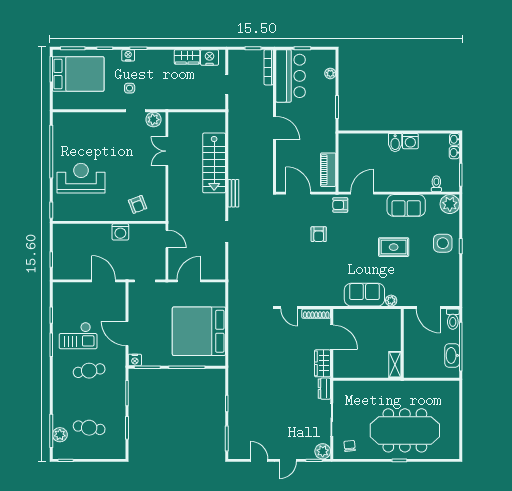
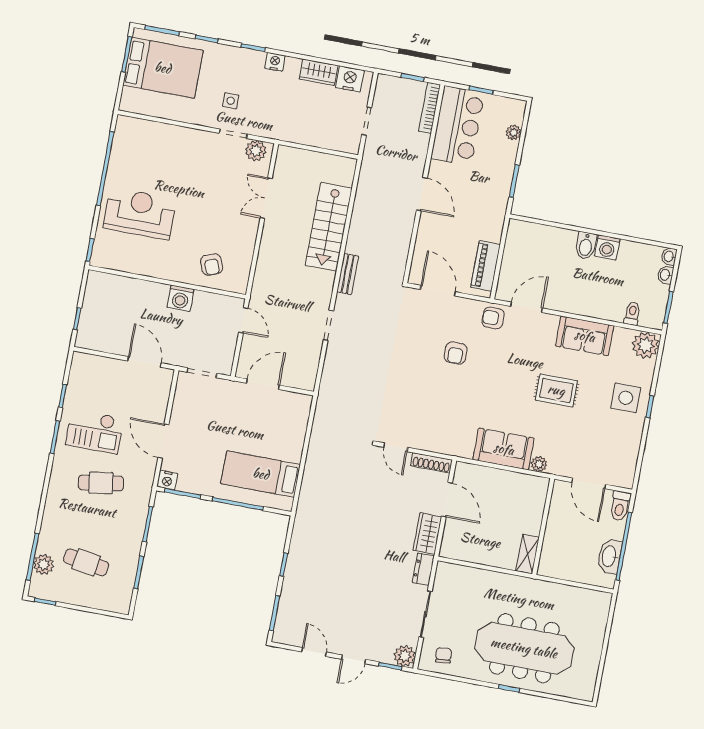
nightstand: (128, 55) -> (275, 62), moved
bed: (199, 331) -> (261, 474), width x0.49

